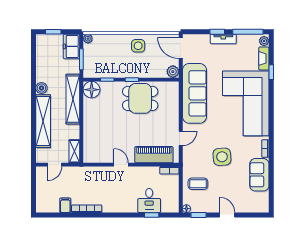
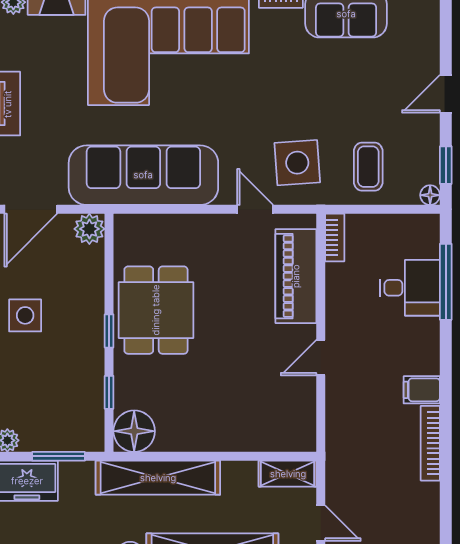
side table: (222, 157) -> (297, 163), moved
filing cabinet: (65, 205) -> (422, 390), moved
window: (152, 215) -> (446, 282), width x2.17

